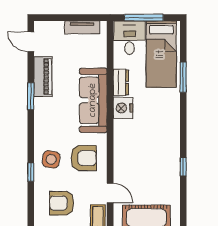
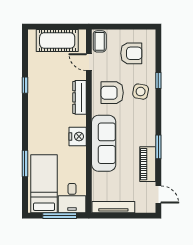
tv unit: (82, 27) -> (113, 207), width x1.41
dresser: (121, 82) -> (79, 97), moved, width x1.44

